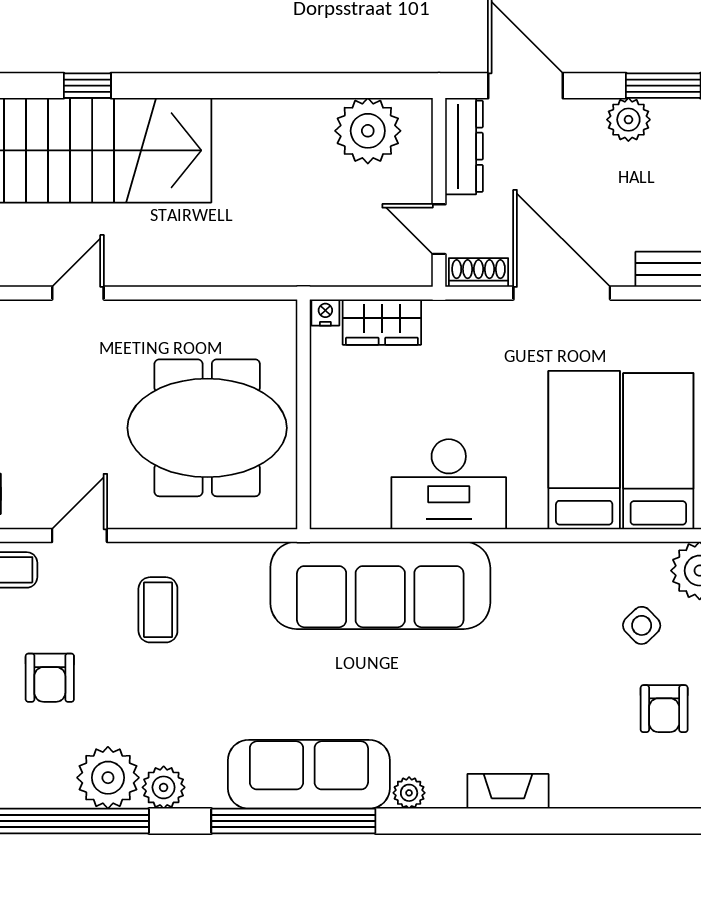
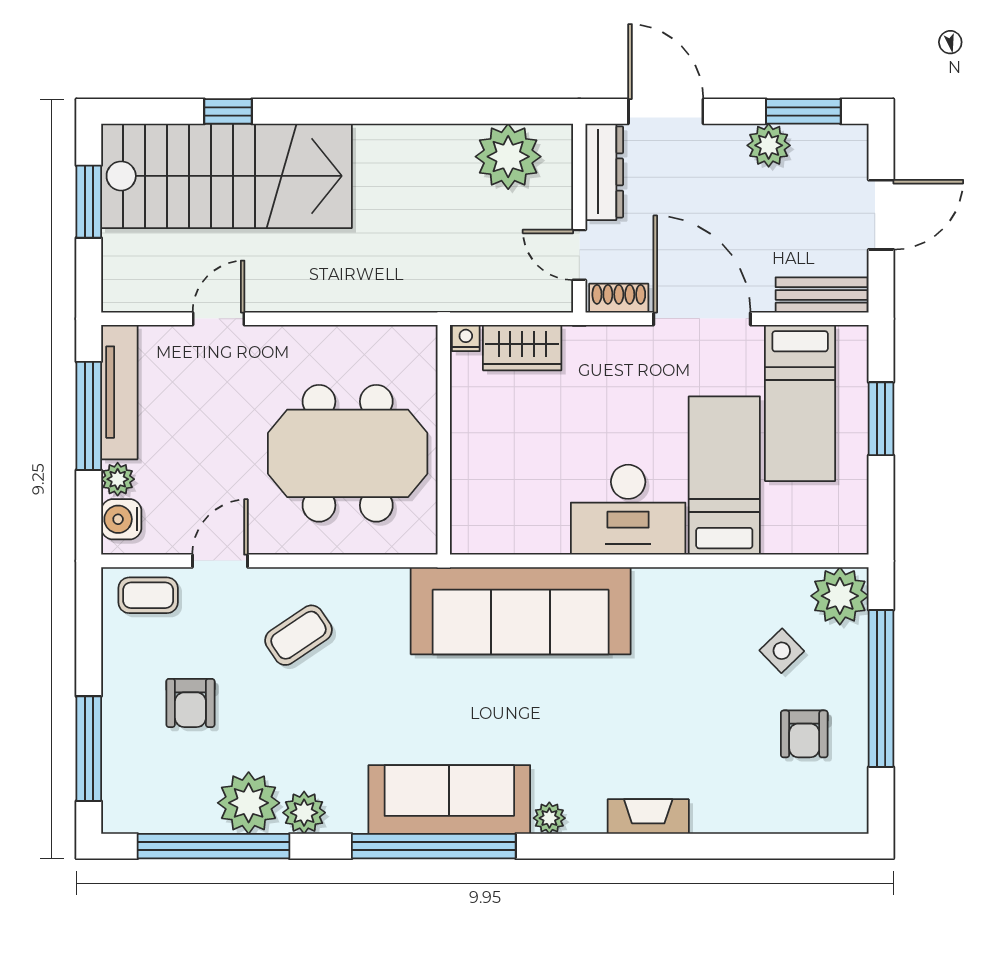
bed: (658, 451) -> (800, 403), moved, turned 180
desk: (449, 484) -> (628, 510), moved
coffee table: (158, 610) -> (298, 635), turned 56

